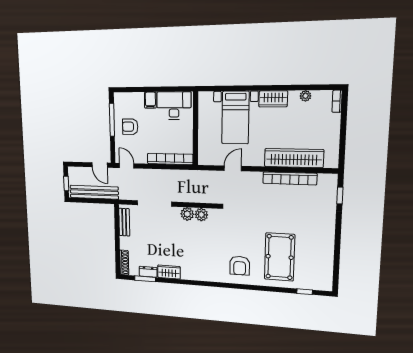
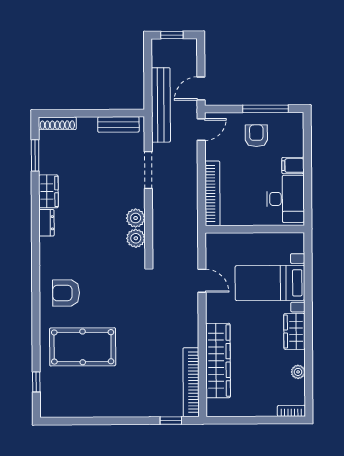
bookcase: (290, 178) -> (191, 382), moved
bench: (94, 192) -> (161, 105), moved
doorway: (154, 203) -> (148, 170), width x0.73
dresser: (148, 272) -> (46, 223), moved

